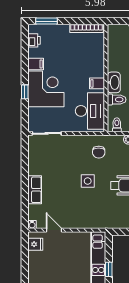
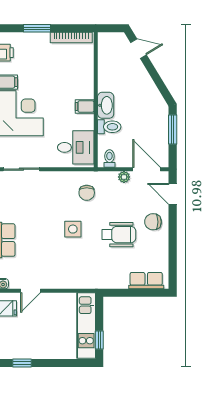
window: (46, 21) -> (37, 28), moved
desk: (90, 111) -> (76, 147), width x0.73
door: (54, 230) -> (31, 291), swing flipped

